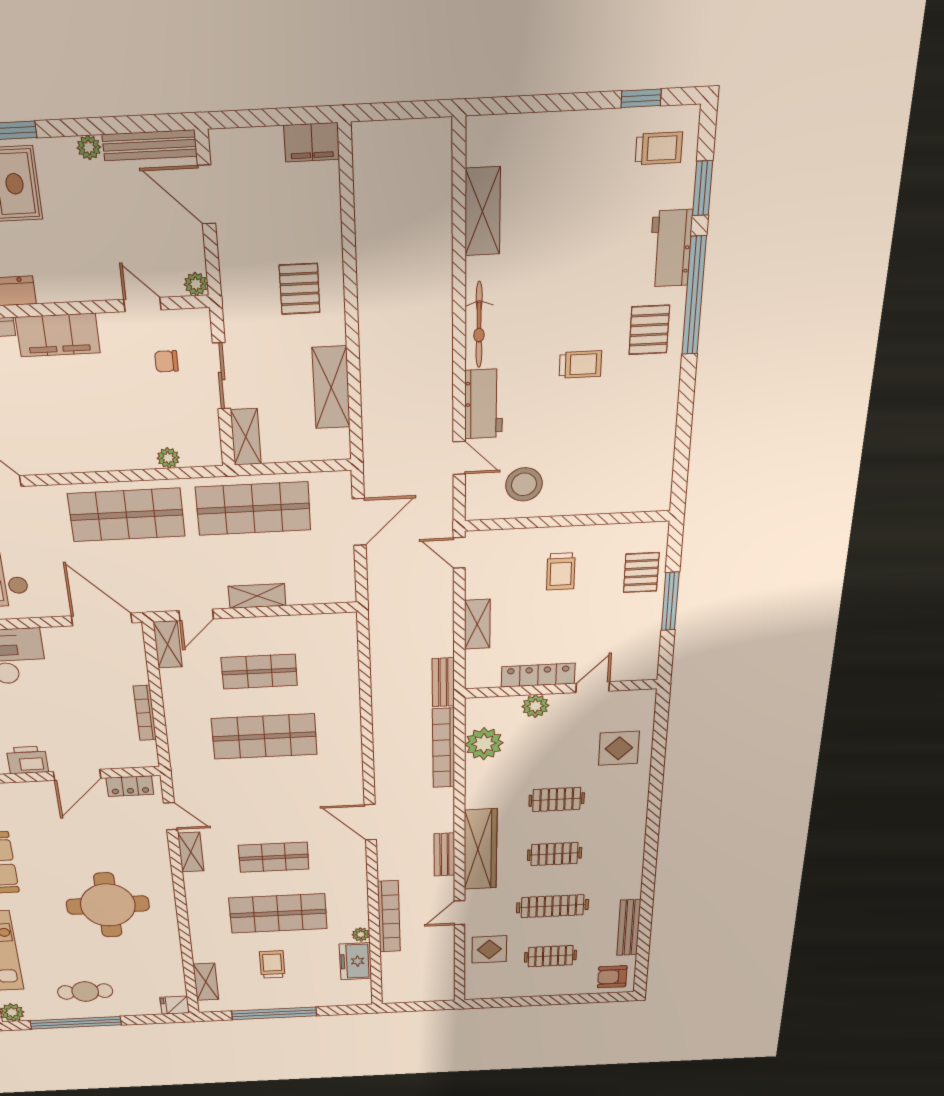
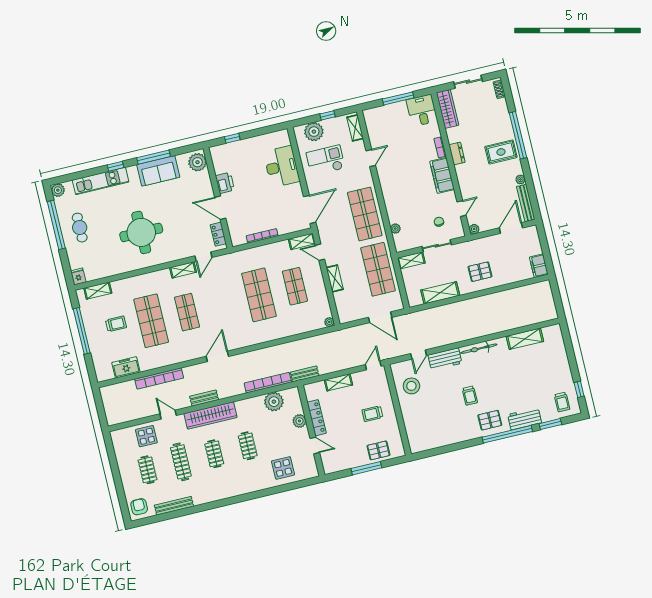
plant: (361, 934) -> (329, 322), moved

